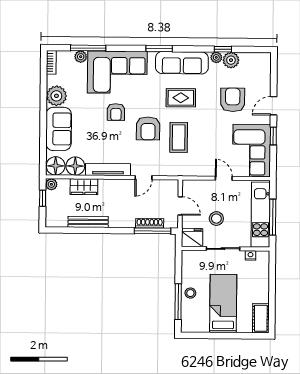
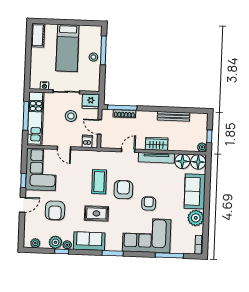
plant: (81, 57) -> (35, 243), moved
sofa: (182, 63) -> (89, 241), width x0.73
wardrobe: (84, 187) -> (157, 144), moved
dishwasher: (195, 188) -> (87, 141), added

